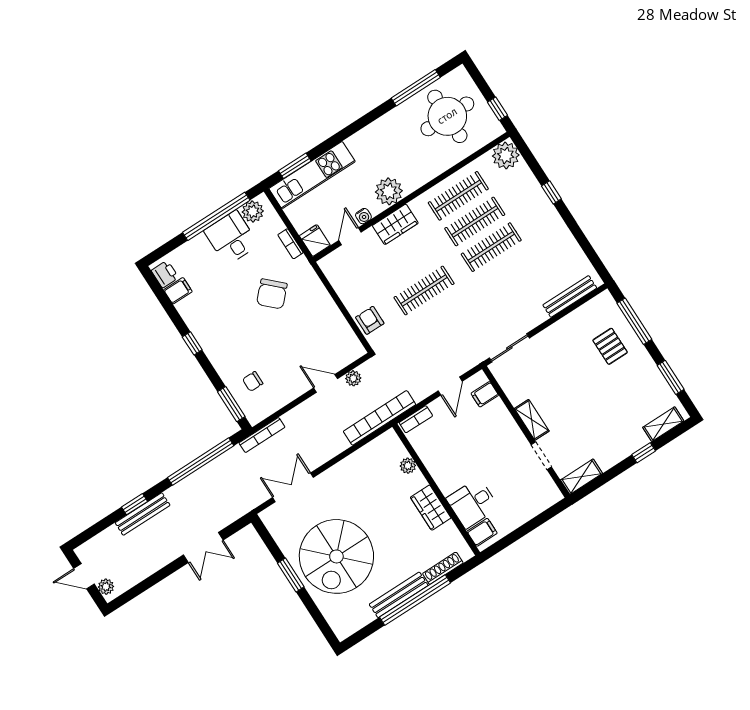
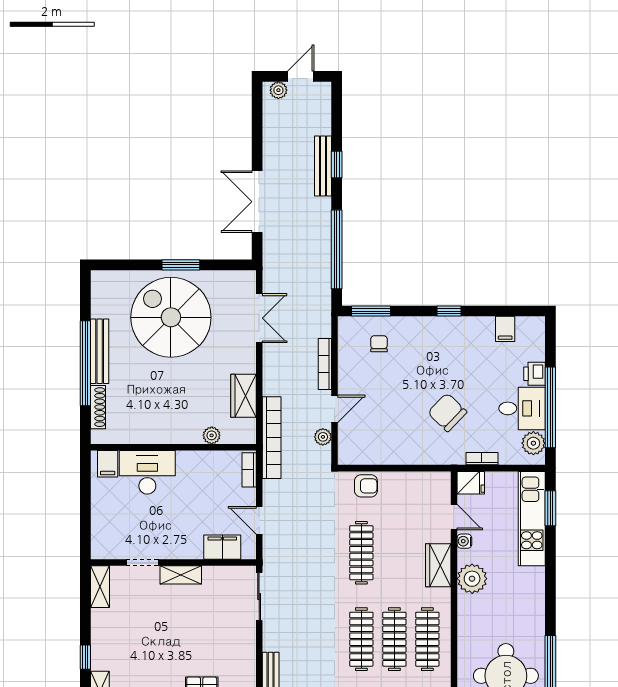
printer: (165, 274) -> (535, 374), moved, turned 90
filing cabinet: (485, 394) -> (222, 547), width x2.00
bookcase: (262, 435) -> (325, 364), moved
desk: (473, 503) -> (147, 472), width x1.37
wardrobe: (431, 508) -> (244, 396), moved, turned -90
double door: (203, 547) -> (257, 202), width x1.37

